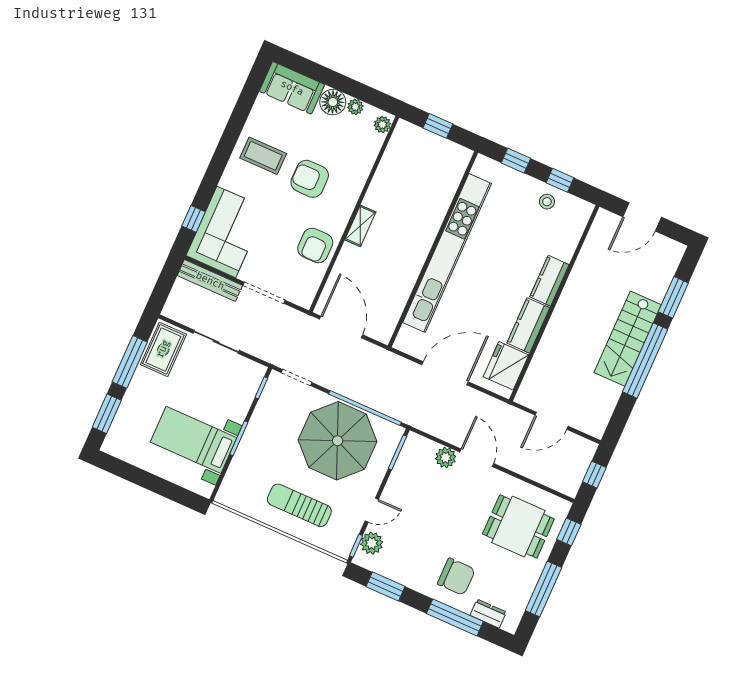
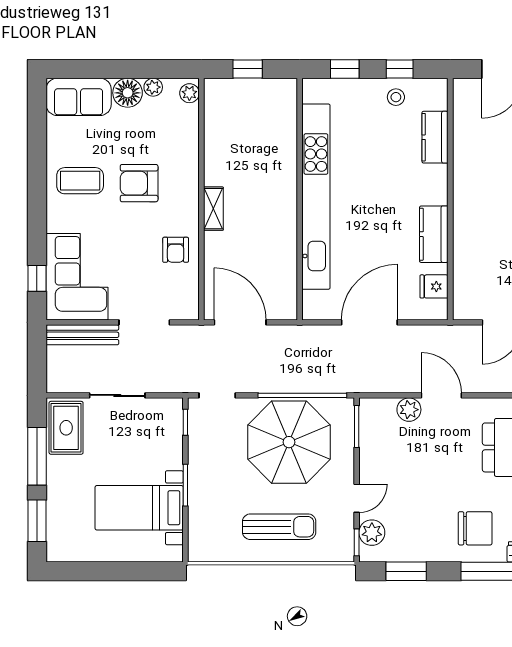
armchair: (315, 245) -> (176, 250), width x0.72, depth x0.72
kitchen counter: (549, 281) -> (435, 137), moved
fridge: (506, 366) -> (434, 286), width x0.53, depth x0.75
sun lounger: (299, 505) -> (279, 527), turned 180

